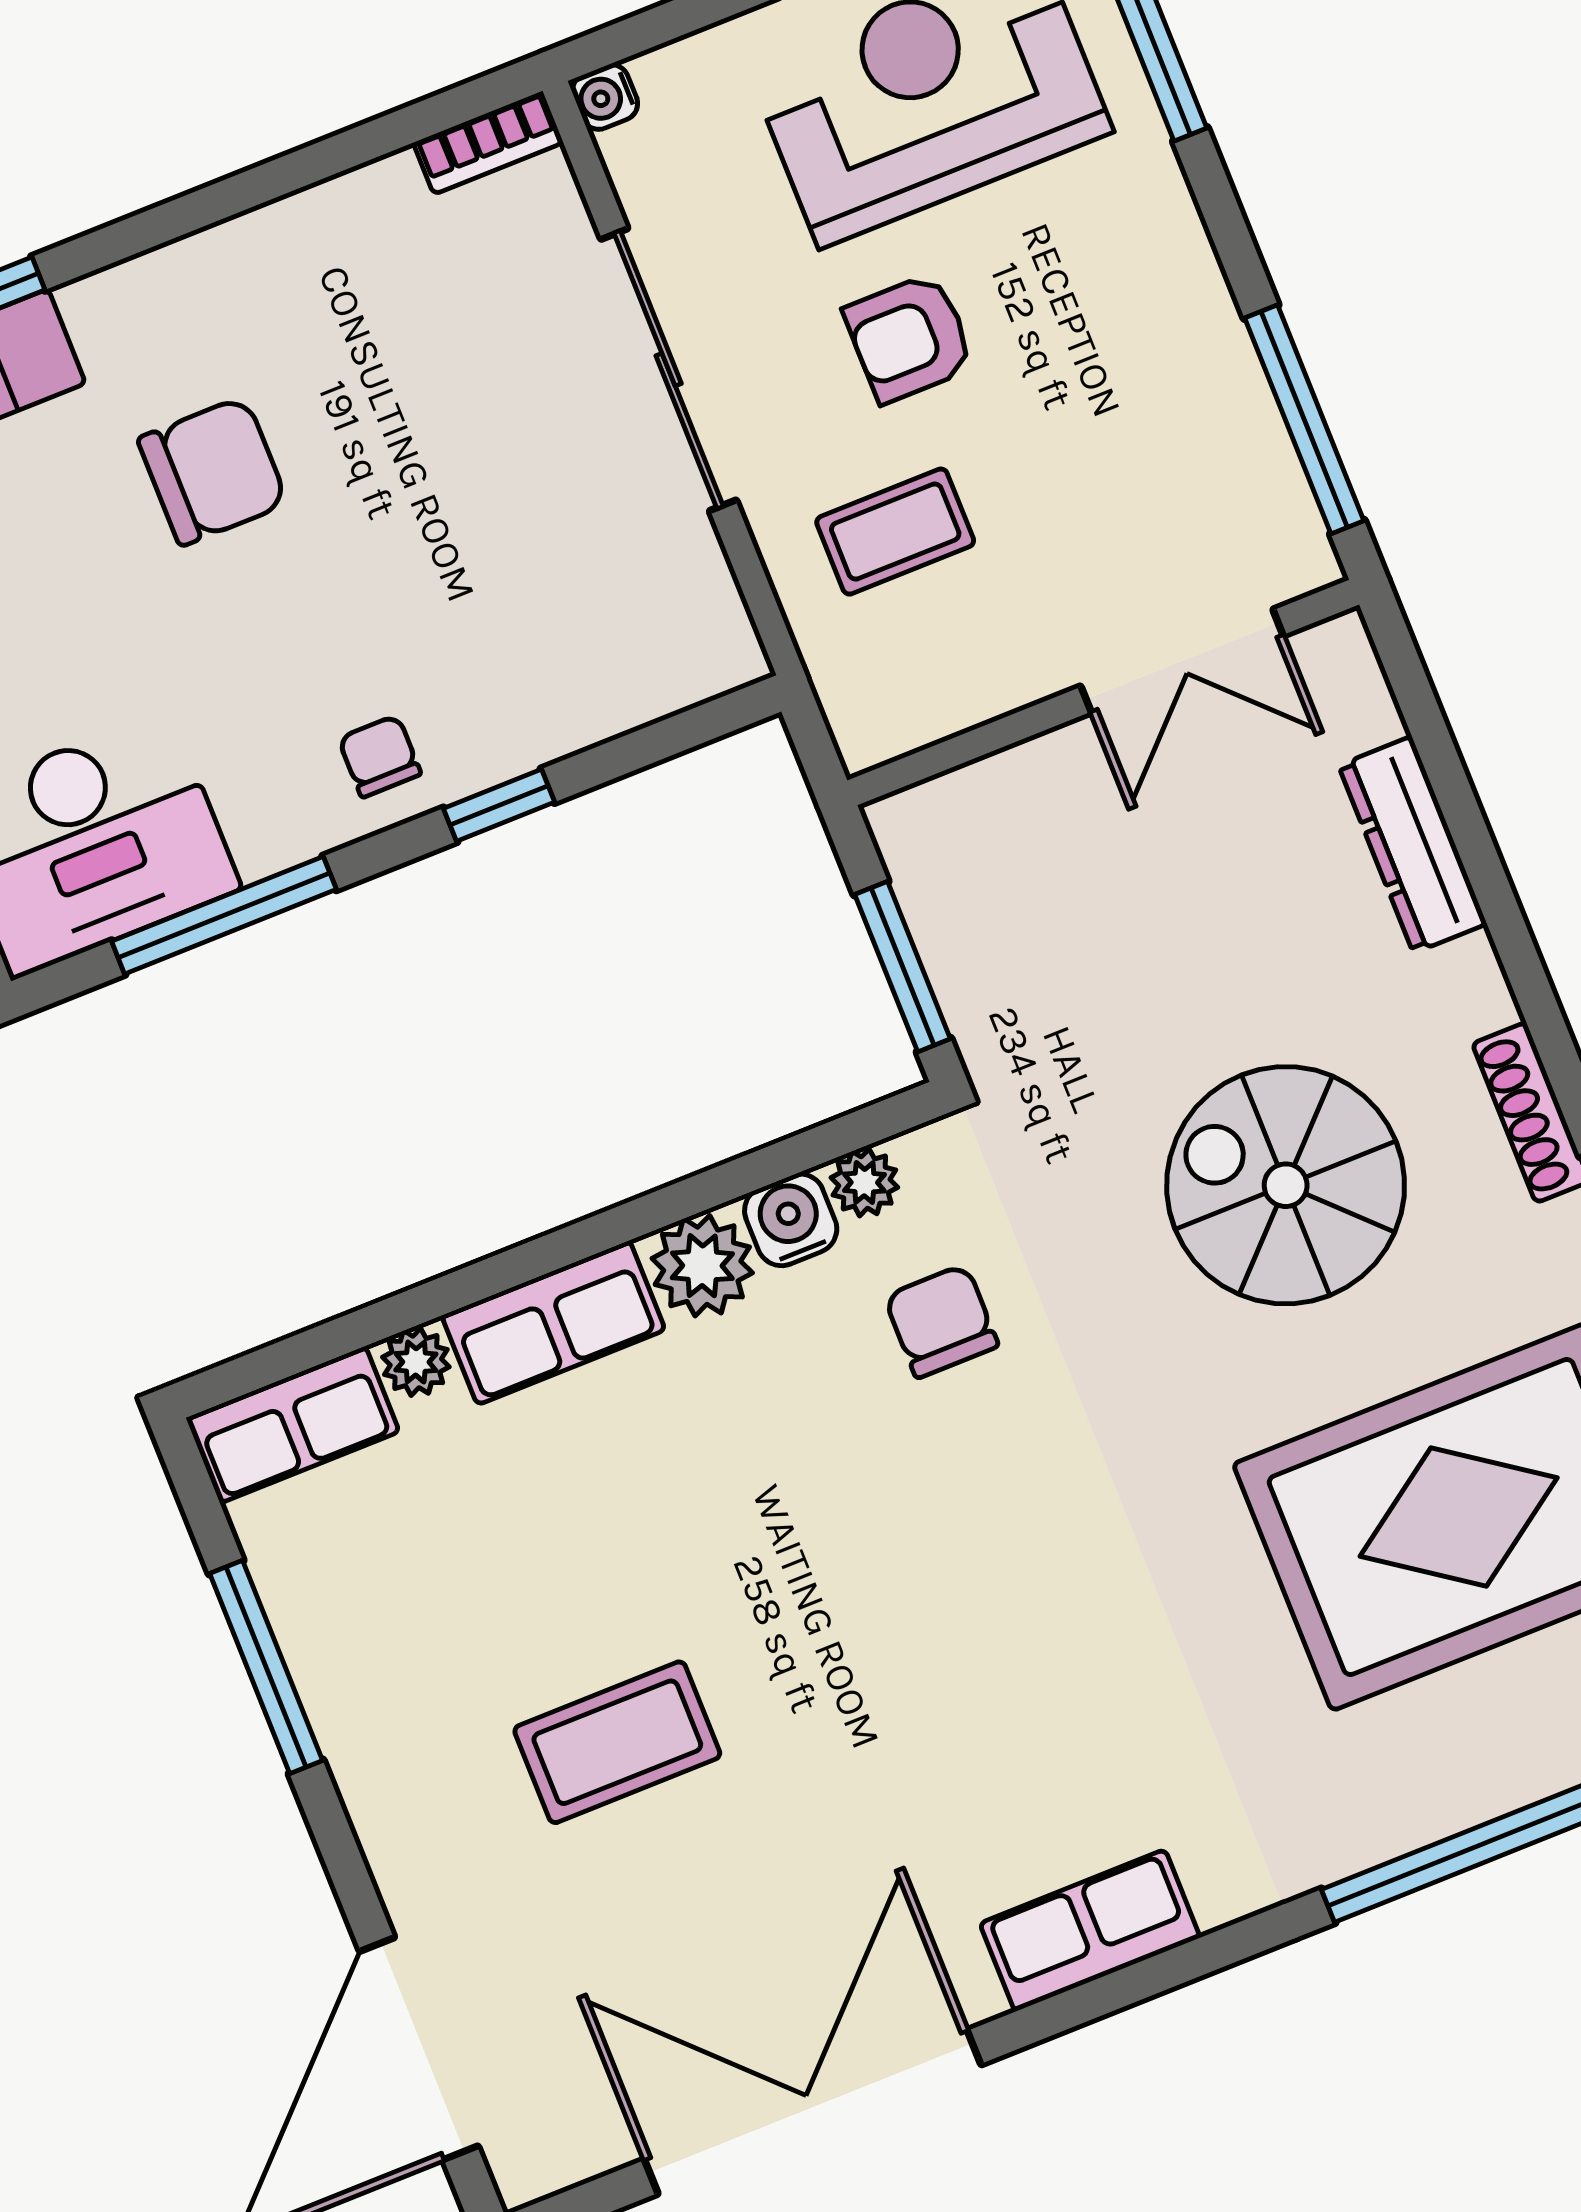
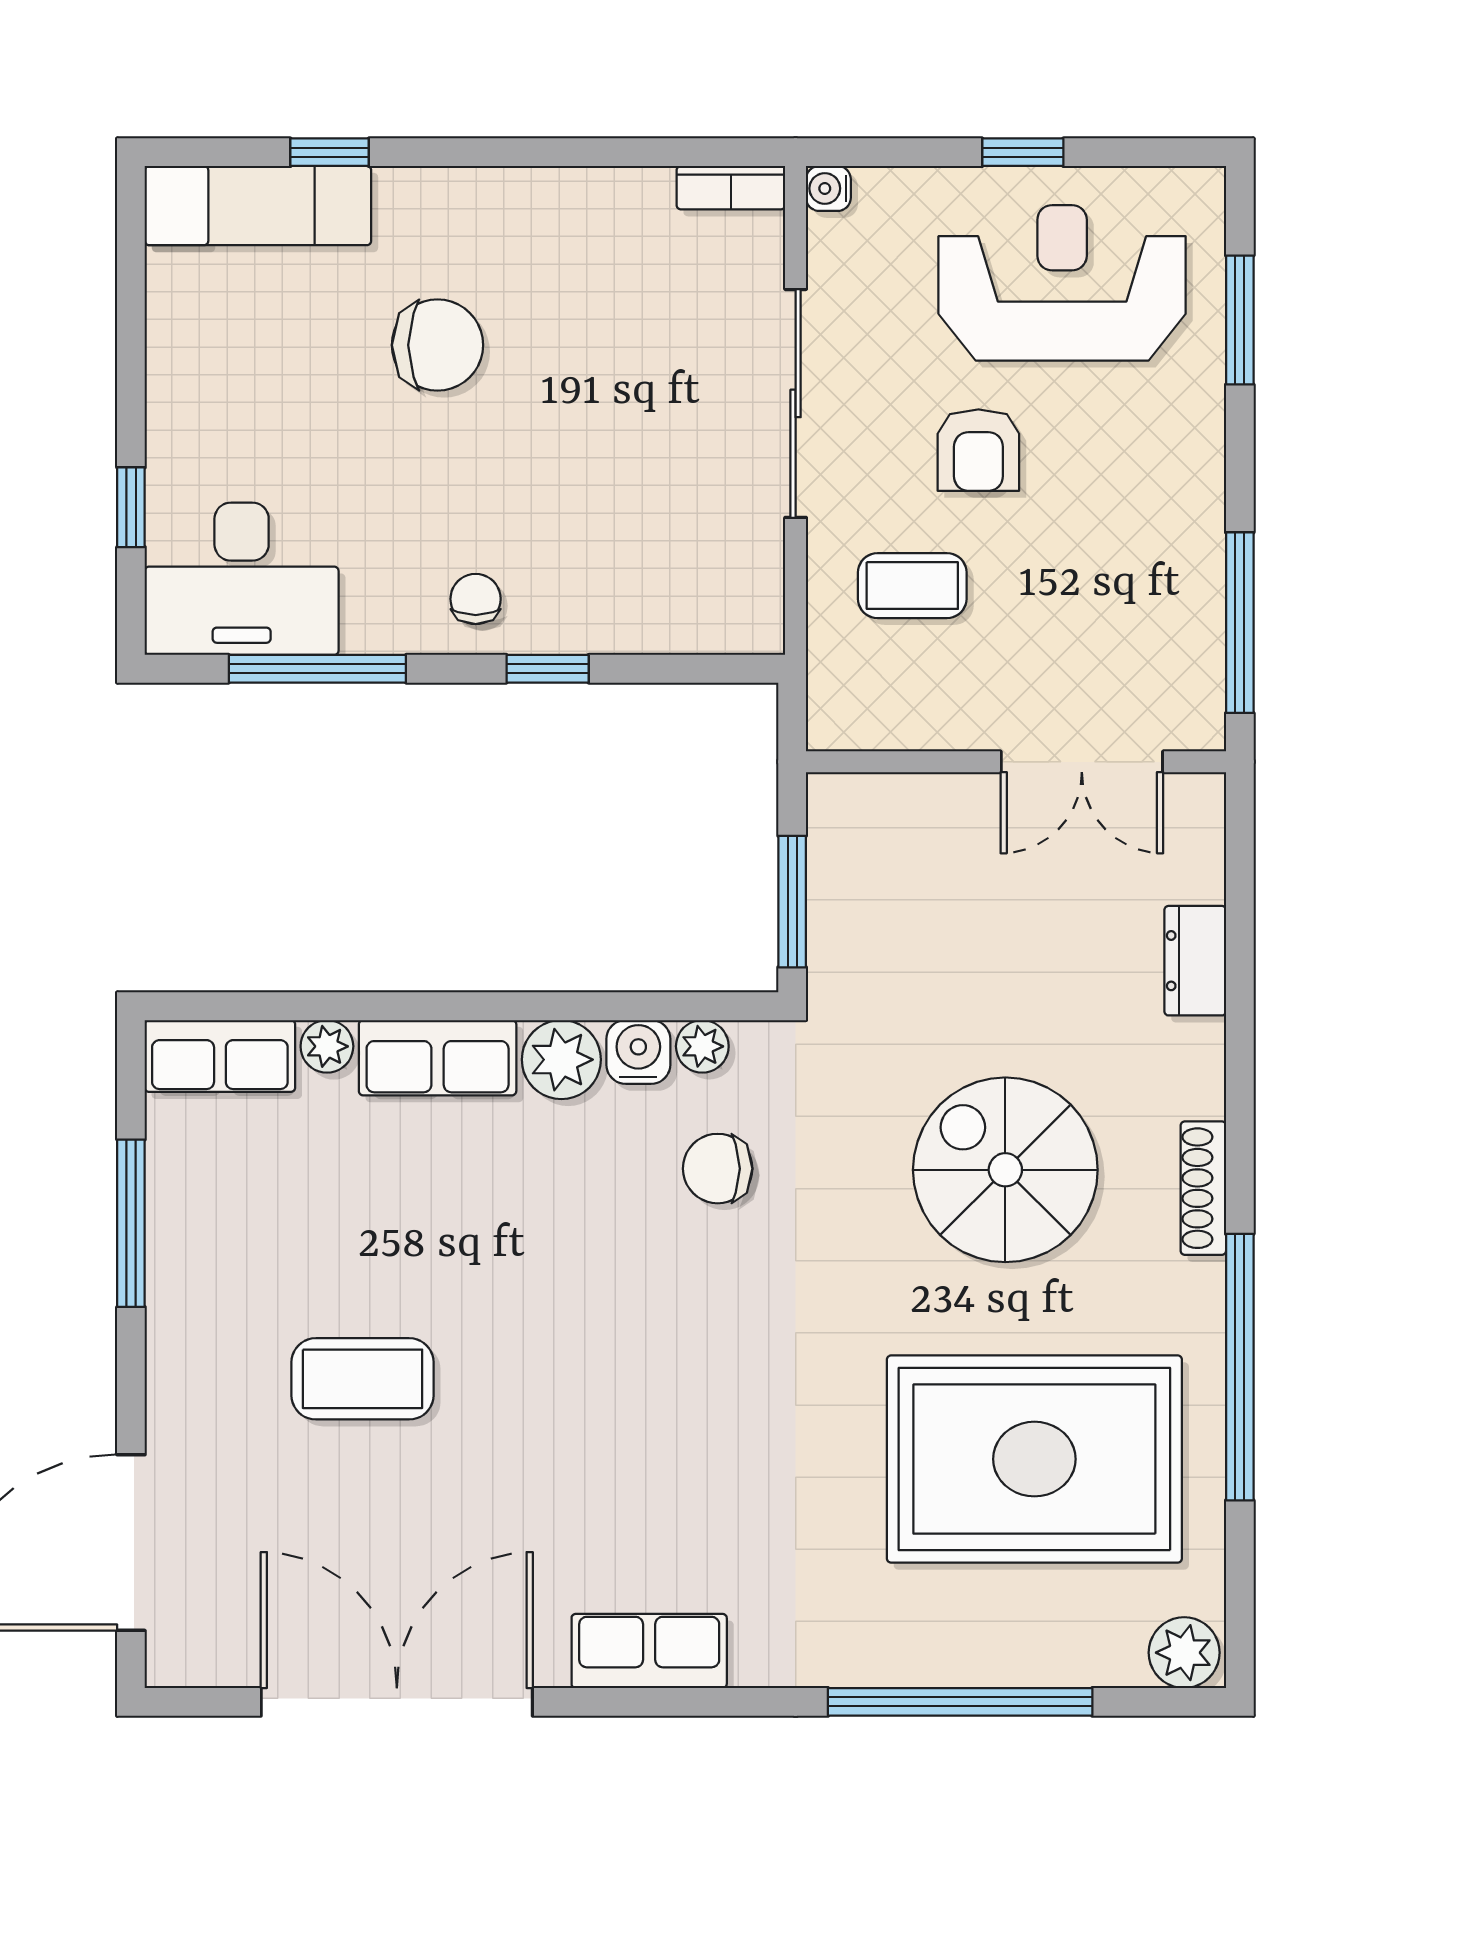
armchair: (909, 338) -> (978, 450), turned -90
dresser: (1413, 845) -> (1195, 961), width x0.70
chair: (941, 1321) -> (718, 1169), turned -90

